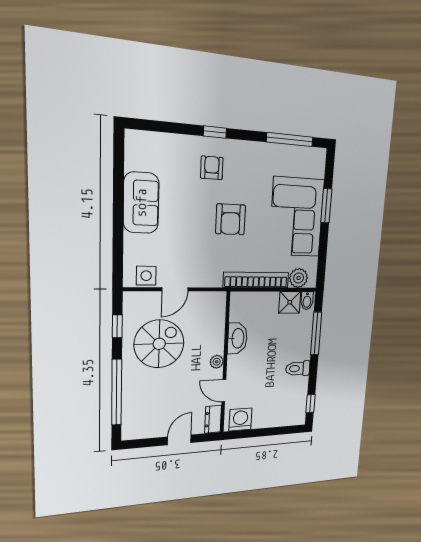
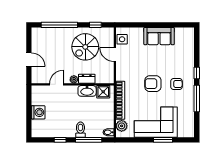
window: (290, 140) -> (197, 98), moved
armchair: (212, 168) -> (177, 84), moved
shower: (290, 302) -> (103, 92), moved
spiral stairs: (159, 344) -> (85, 47), turned 90
toilet: (298, 368) -> (80, 130), moved
window: (311, 404) -> (60, 140), moved
dresser: (213, 419) -> (87, 79), moved
washing machine: (240, 419) -> (38, 112), moved

